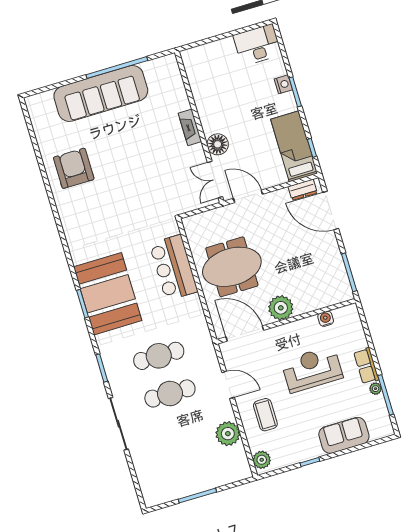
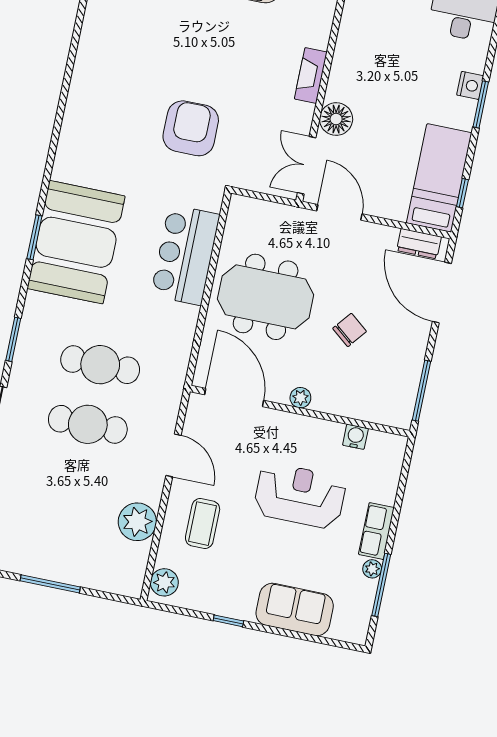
armchair: (74, 168) -> (191, 128), moved
chair: (290, 260) -> (350, 330), added
plant: (281, 308) -> (300, 398), width x0.53, depth x0.53

